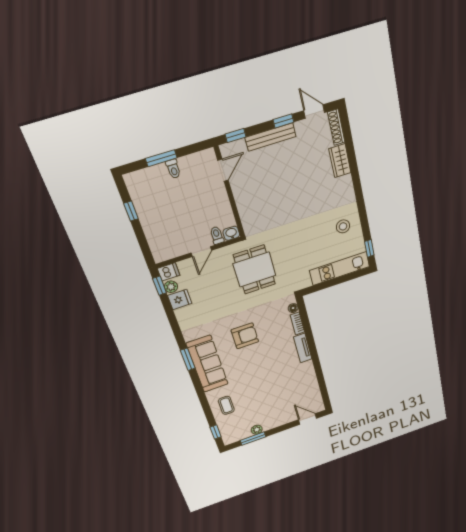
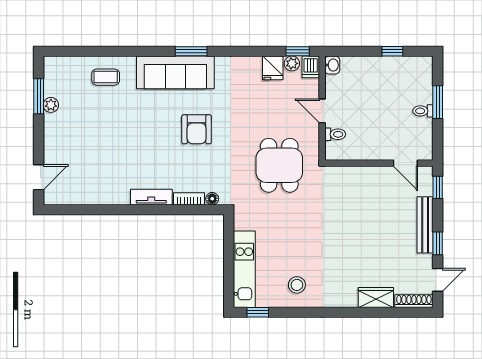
washbasin: (231, 233) -> (332, 65), moved
dining table: (254, 270) -> (279, 165), turned 90
window: (216, 432) -> (70, 51), removed

